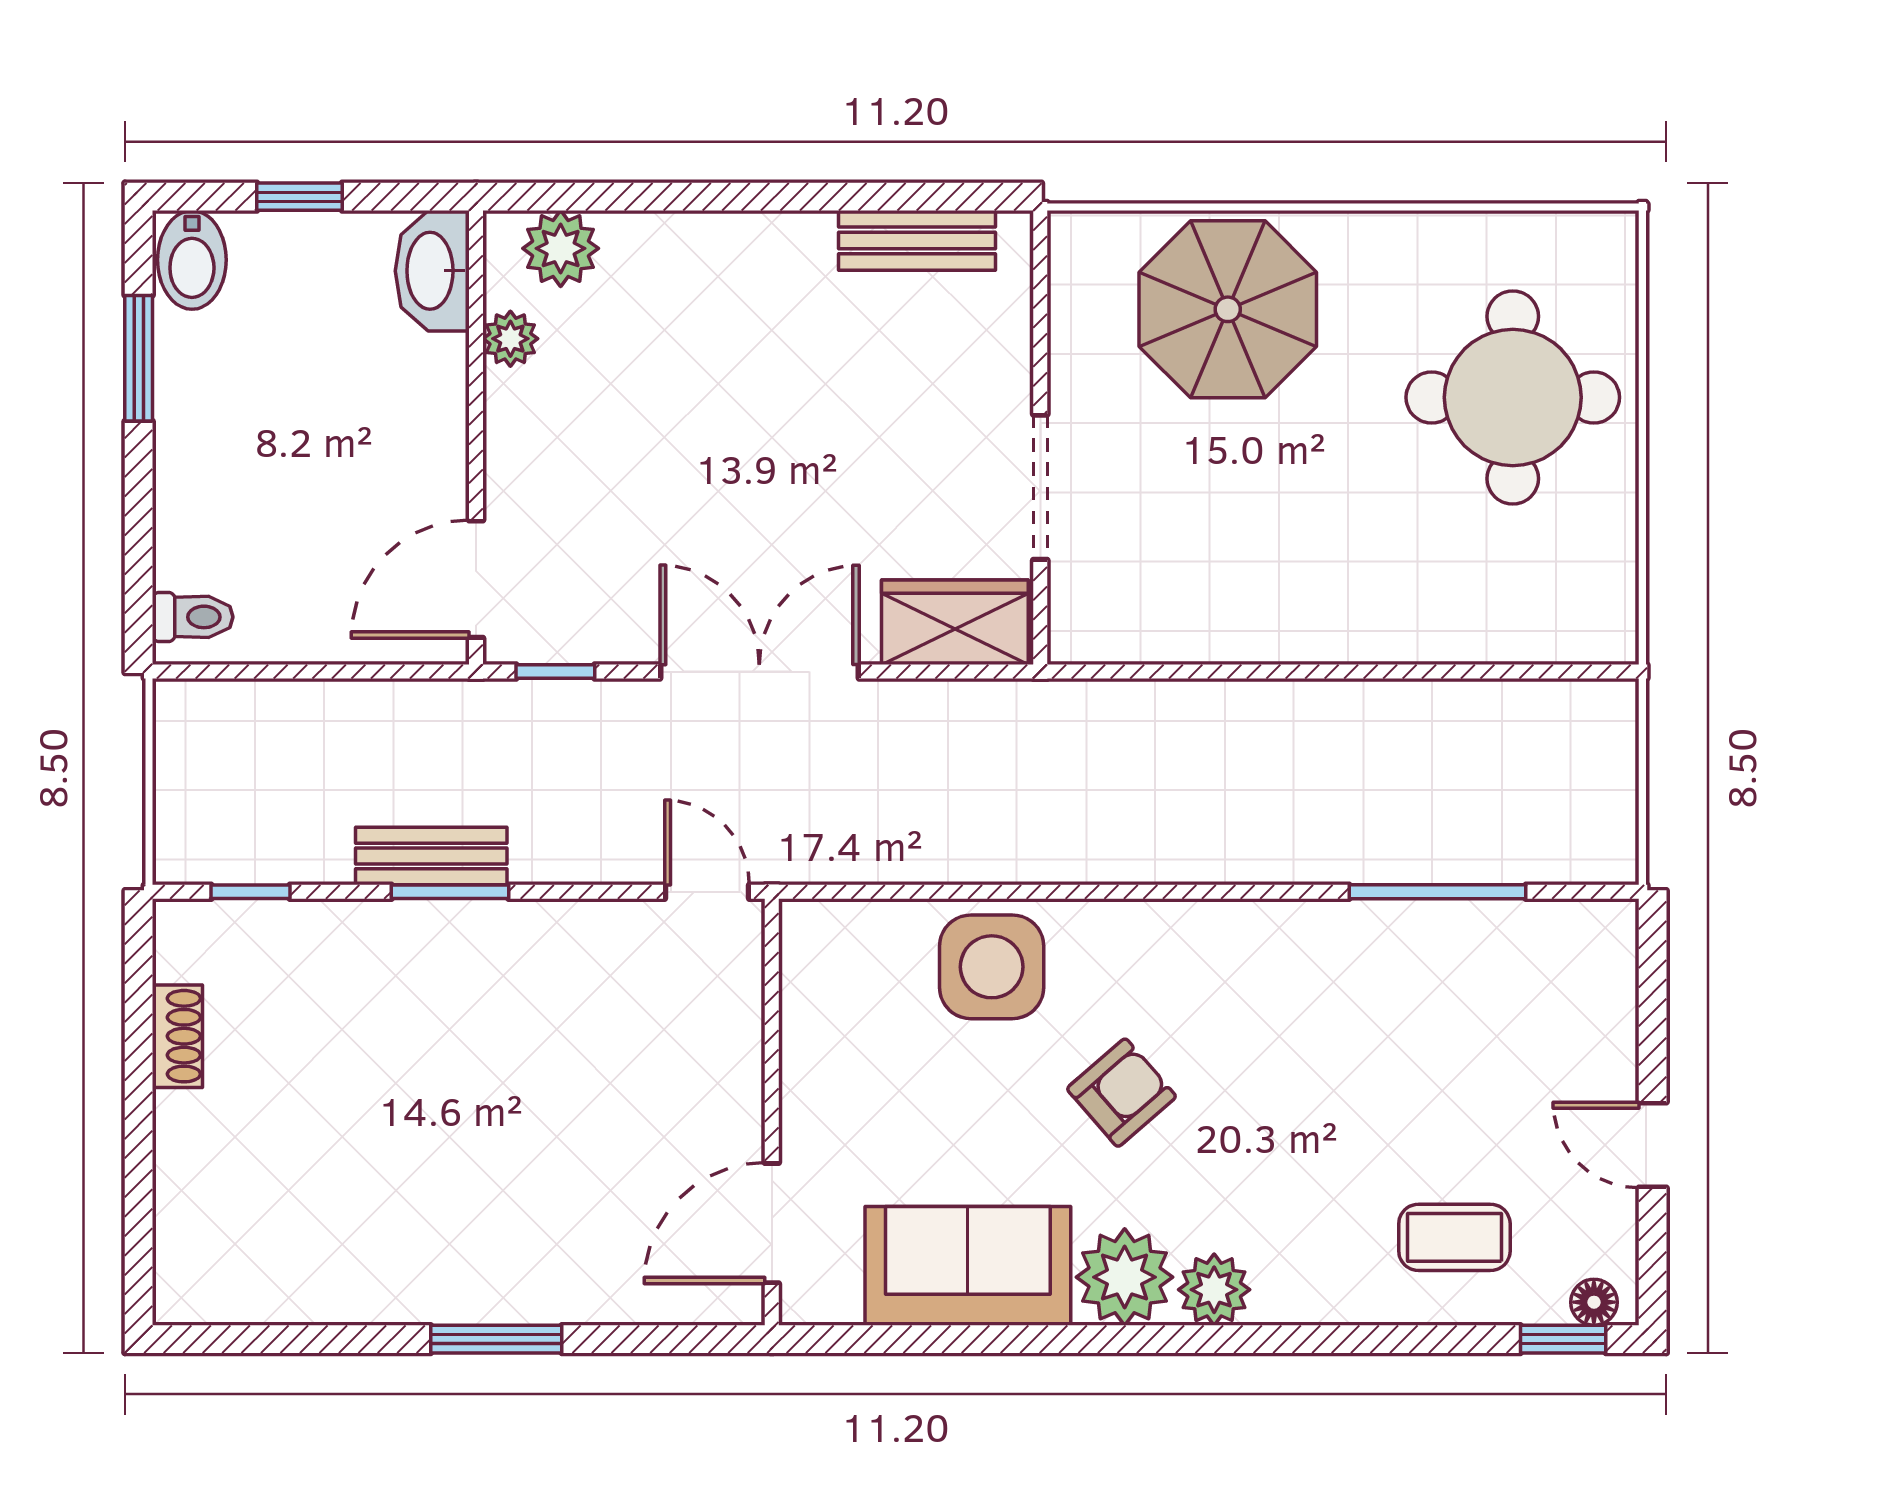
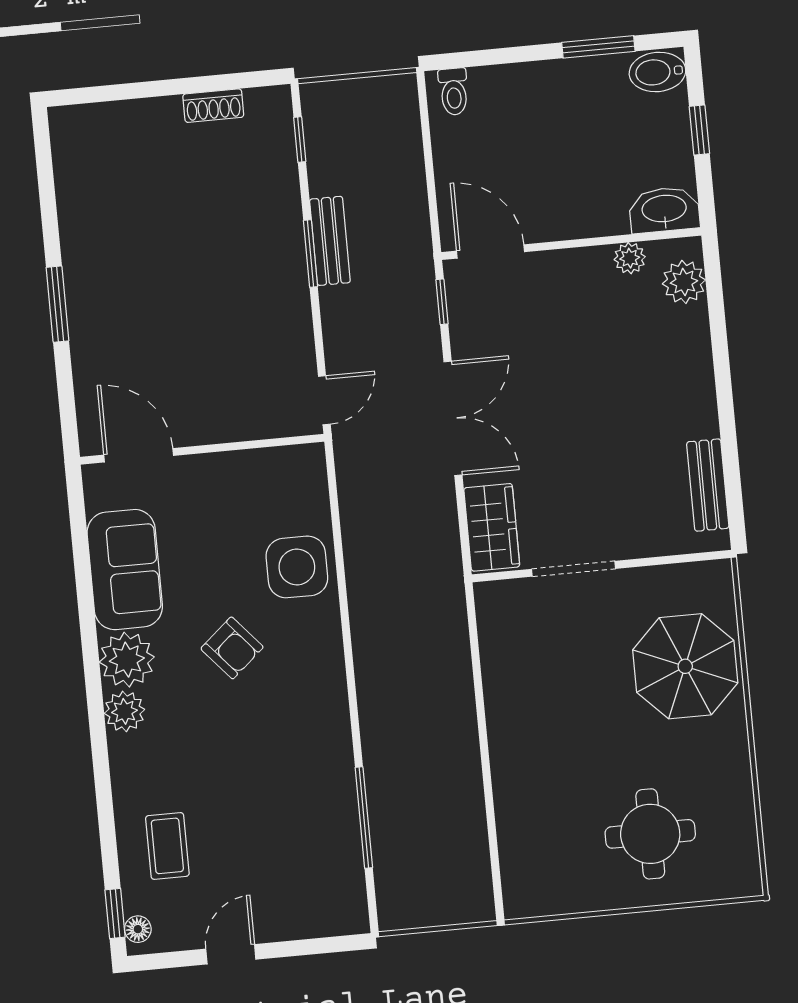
round table: (1513, 397) -> (650, 834), width x0.73, depth x0.73

